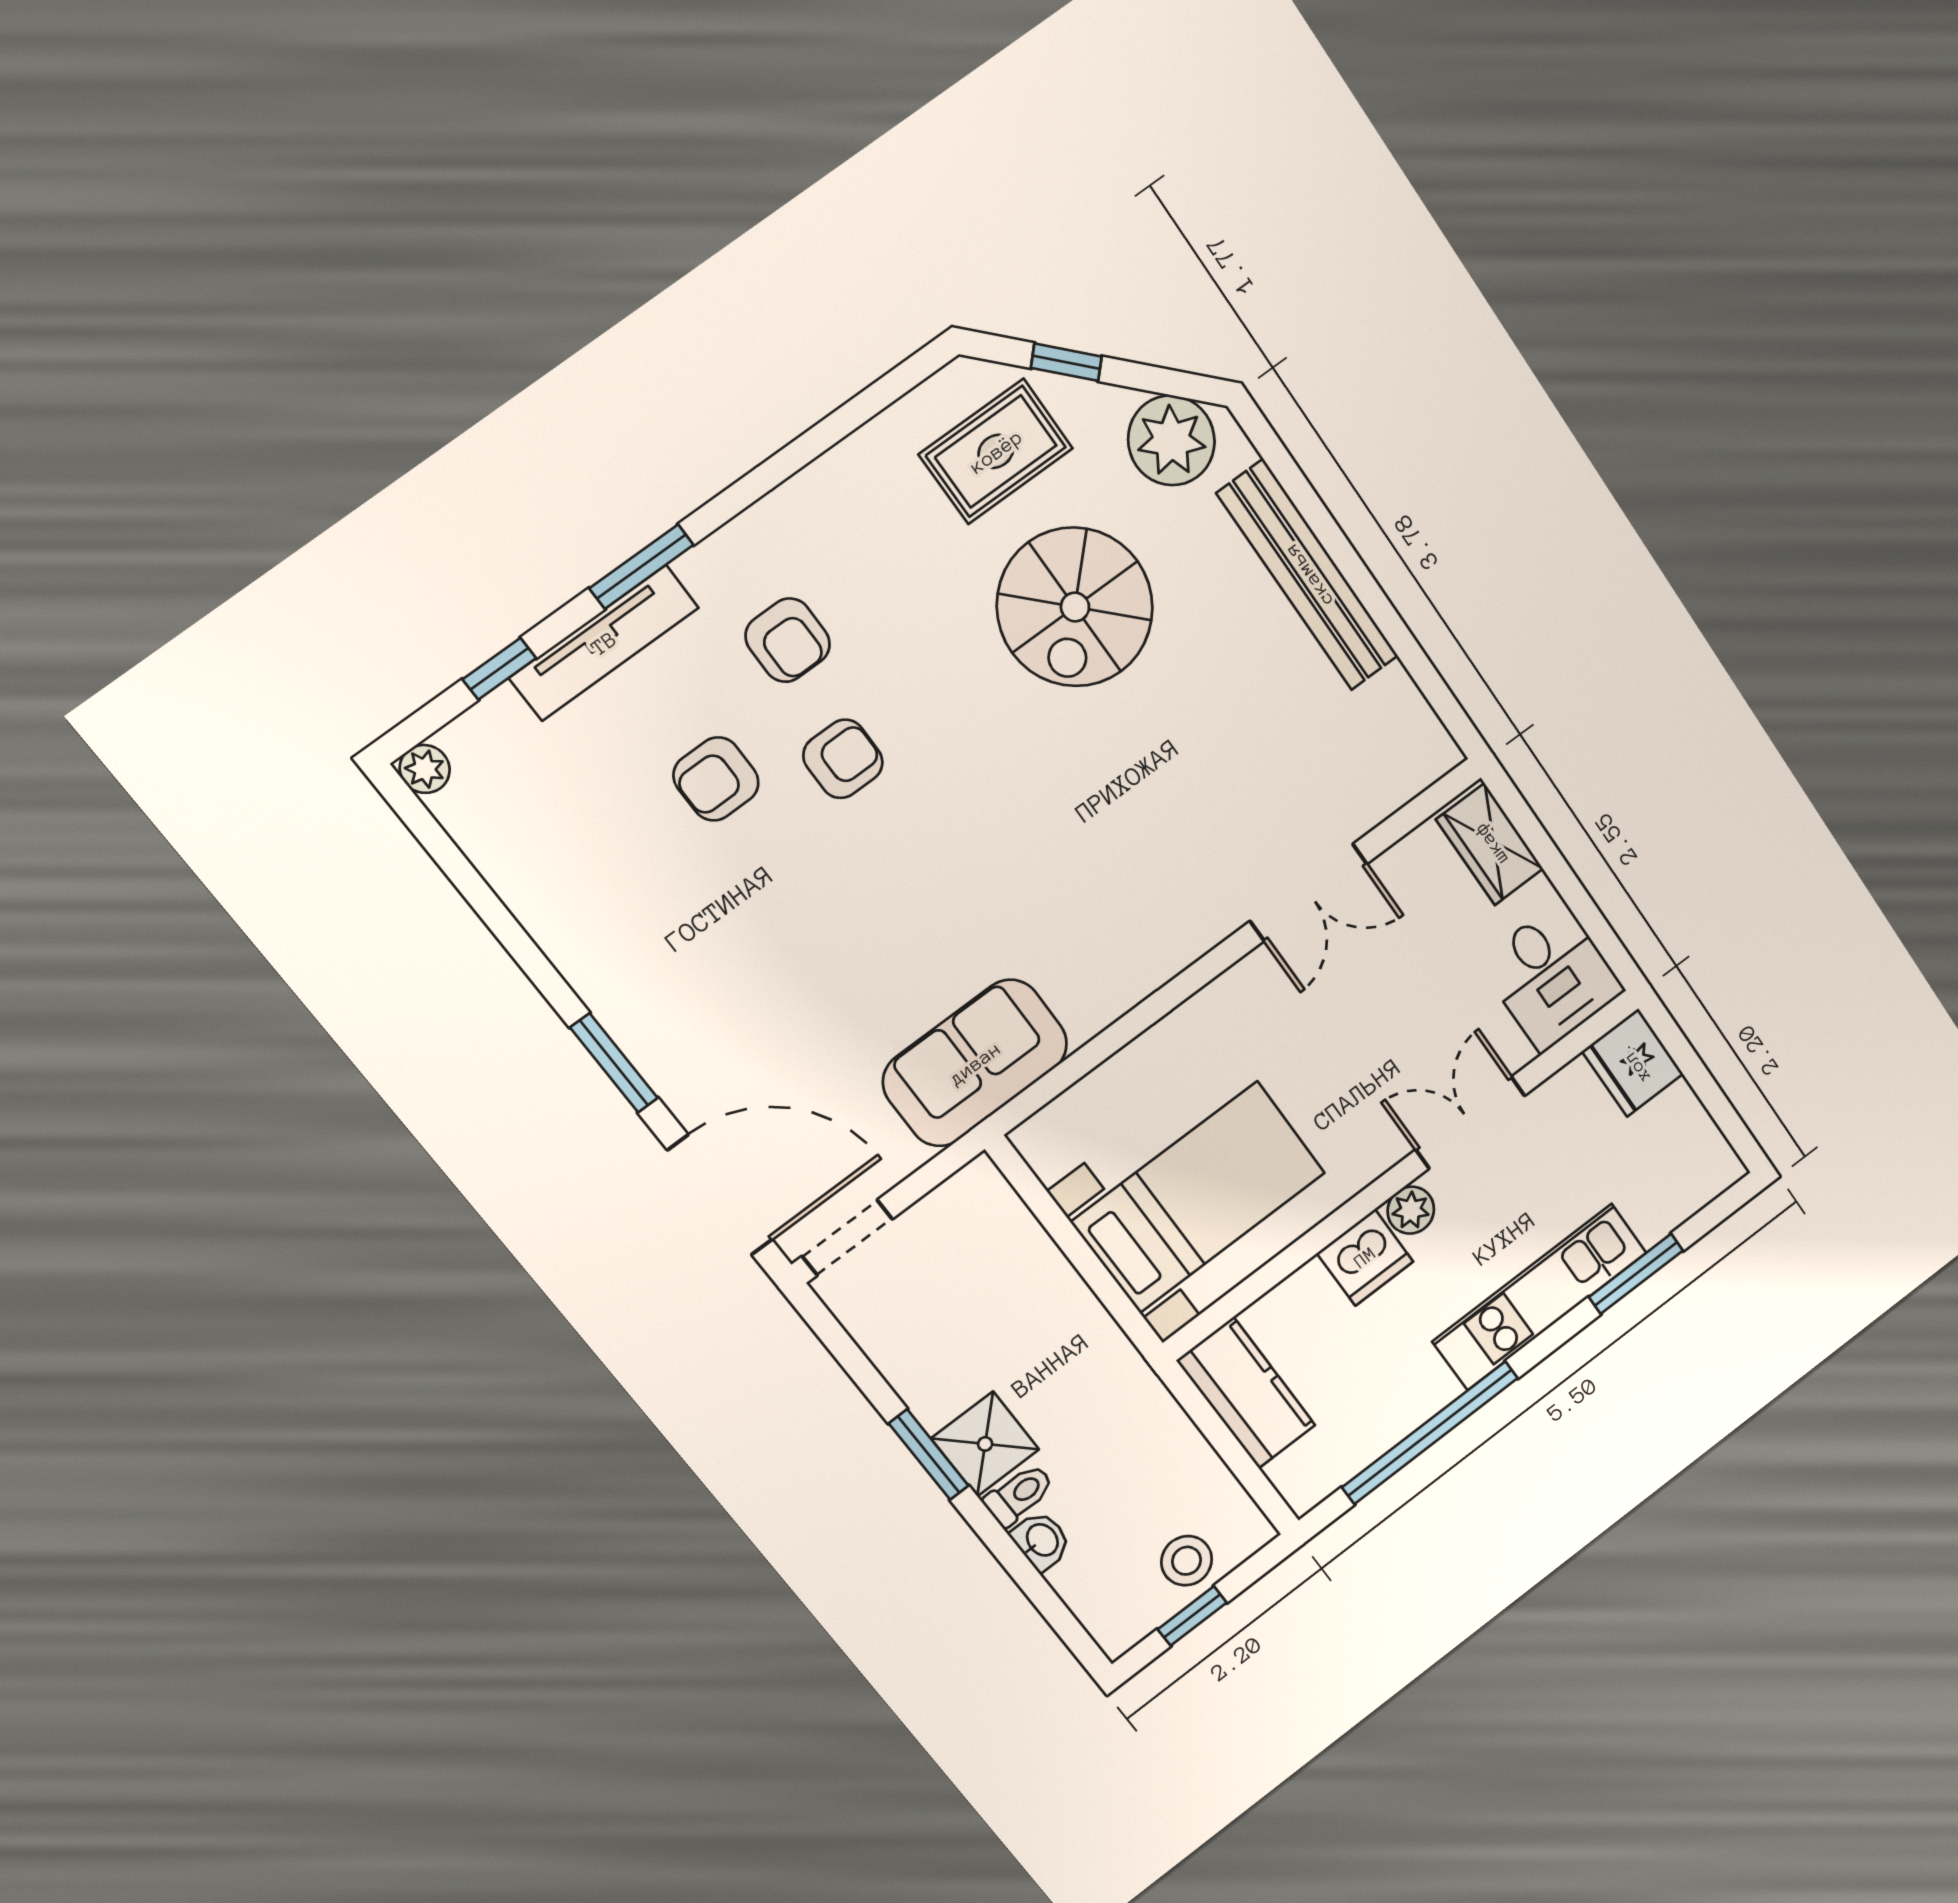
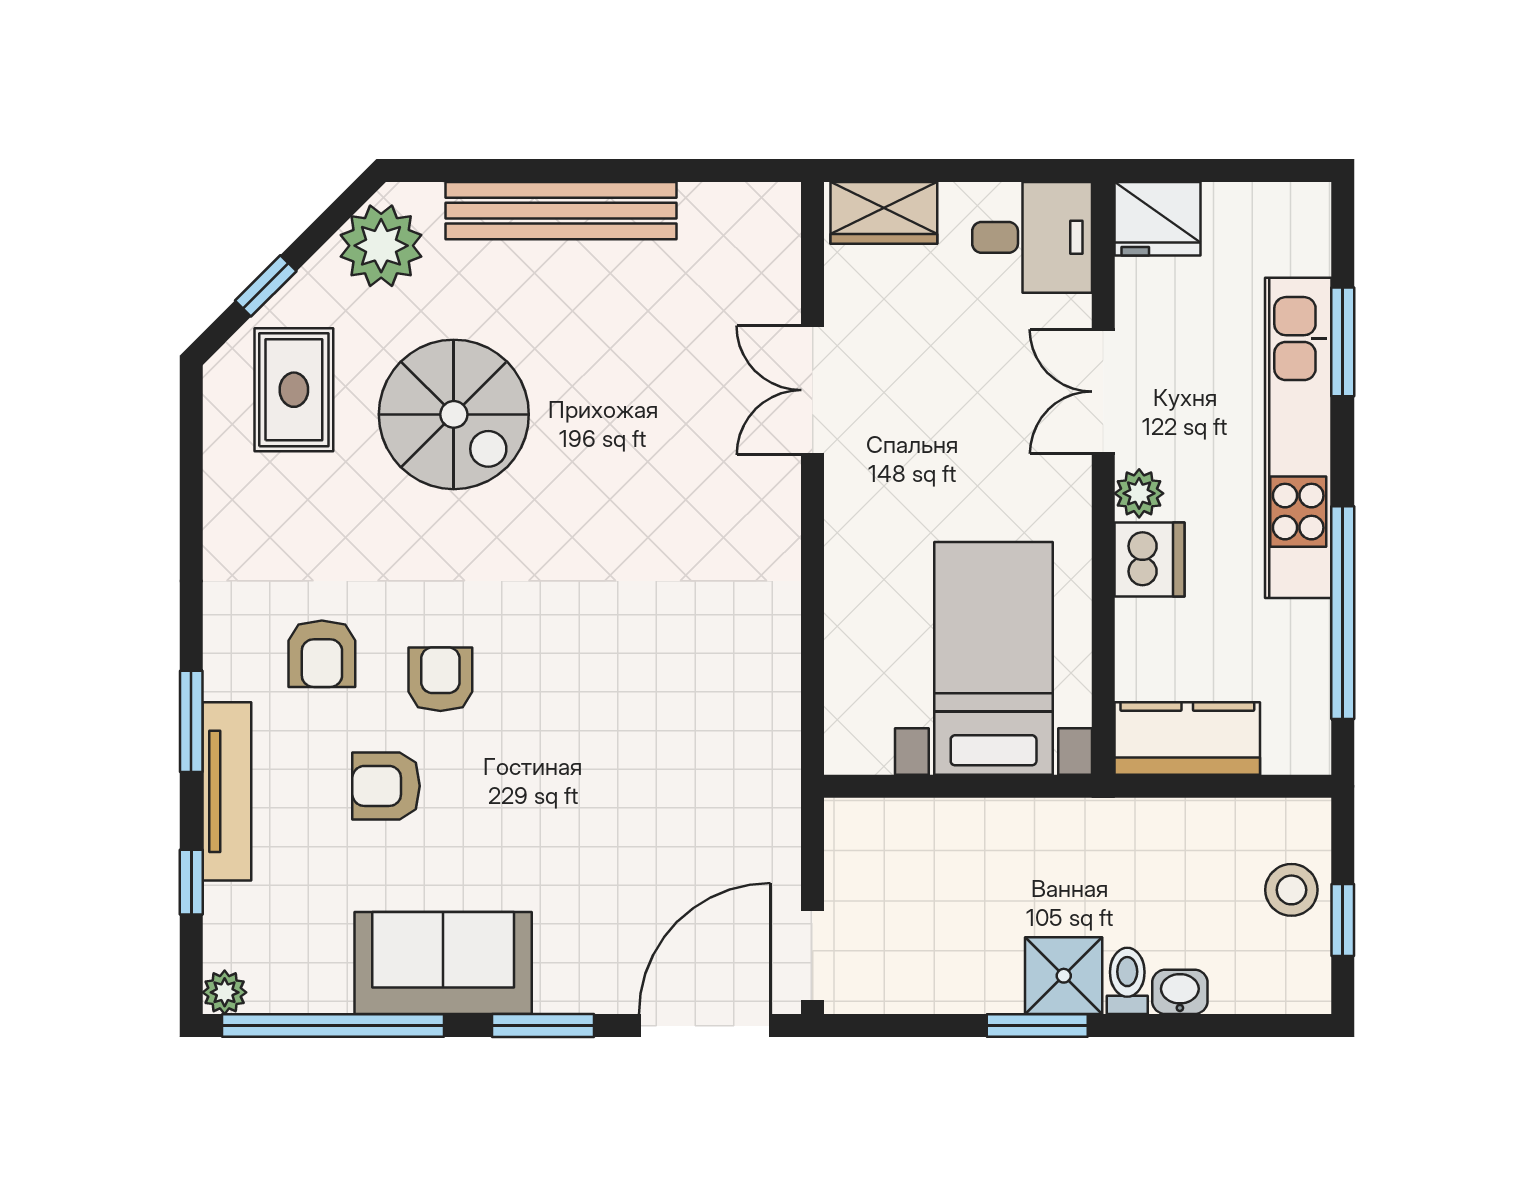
armchair: (788, 640) -> (322, 654), turned 90
armchair: (716, 779) -> (386, 786), turned 90
window: (471, 885) -> (333, 1026), added
double door: (1308, 892) -> (813, 390), swing flipped
sofa: (975, 1063) -> (443, 963), moved, turned 90
kitchen unit: (1540, 1297) -> (1298, 438), width x1.36

